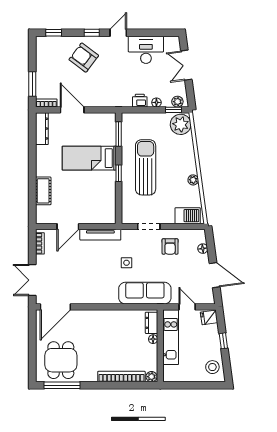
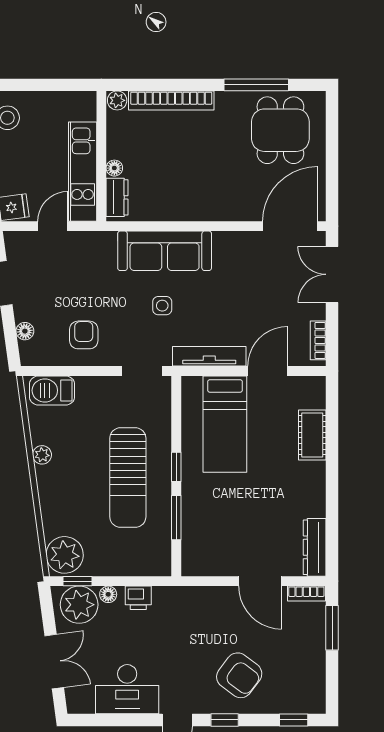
plant: (177, 102) -> (79, 605), width x1.88, depth x1.88
window: (119, 134) -> (176, 518), moved
bed: (89, 158) -> (225, 424), moved, turned 90
doorway: (149, 226) -> (142, 371), moved
double door: (32, 280) -> (332, 274), swing flipped
sofa: (145, 293) -> (165, 251), moved
door: (187, 307) -> (53, 226), swing flipped
window: (62, 385) -> (256, 85), moved

